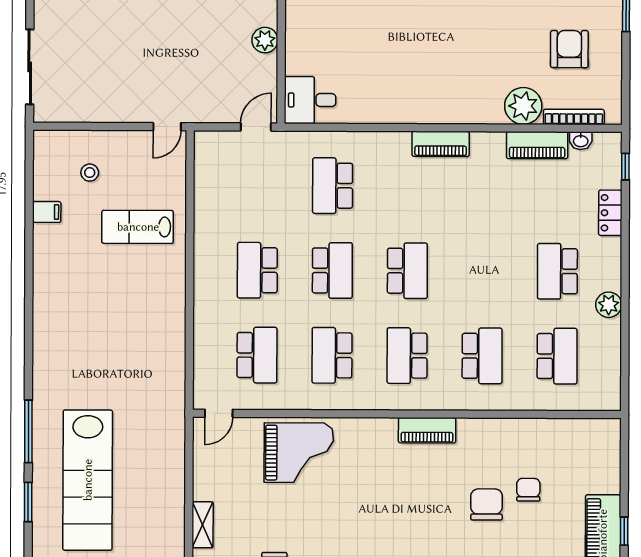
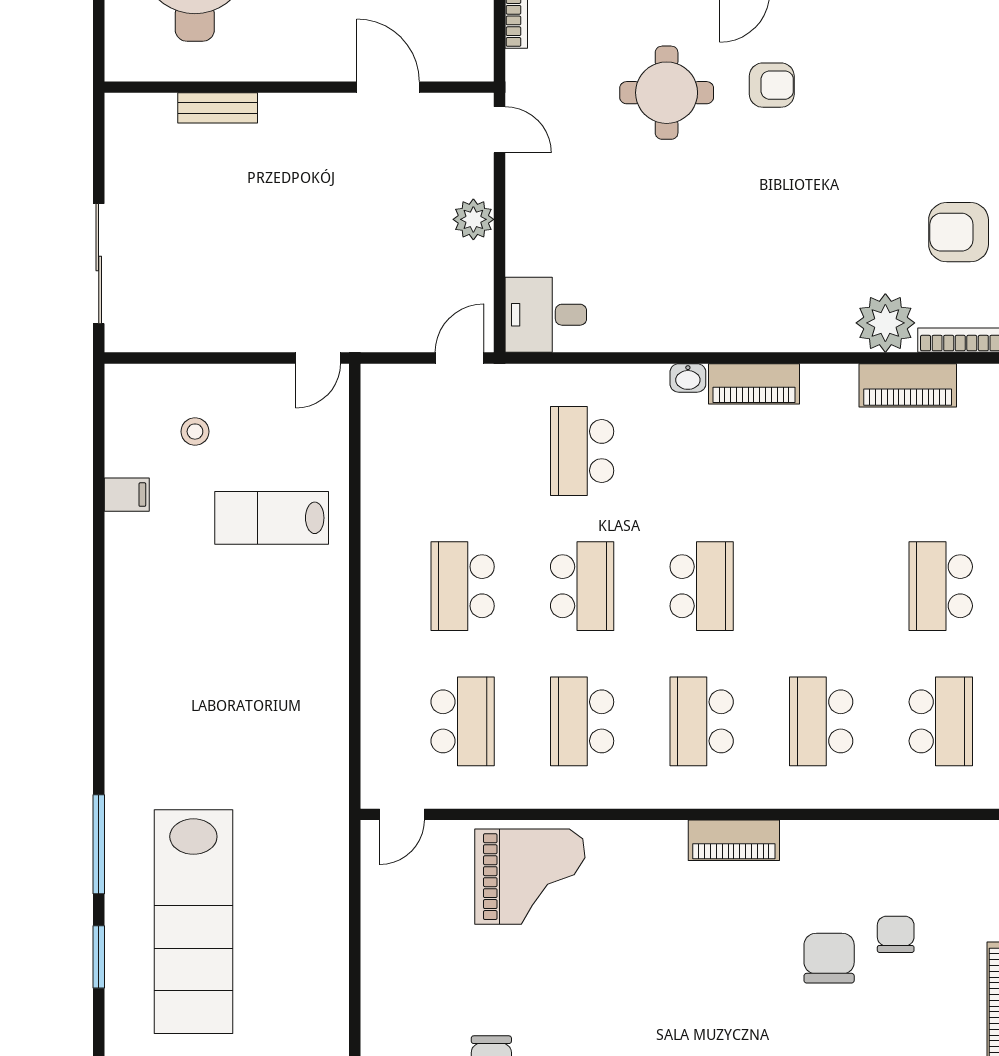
armchair: (569, 49) -> (959, 232), turned -90
washbasin: (581, 141) -> (688, 378), moved
school desk: (482, 356) -> (821, 721), turned 180
shelving: (203, 525) -> (377, 992), removed

